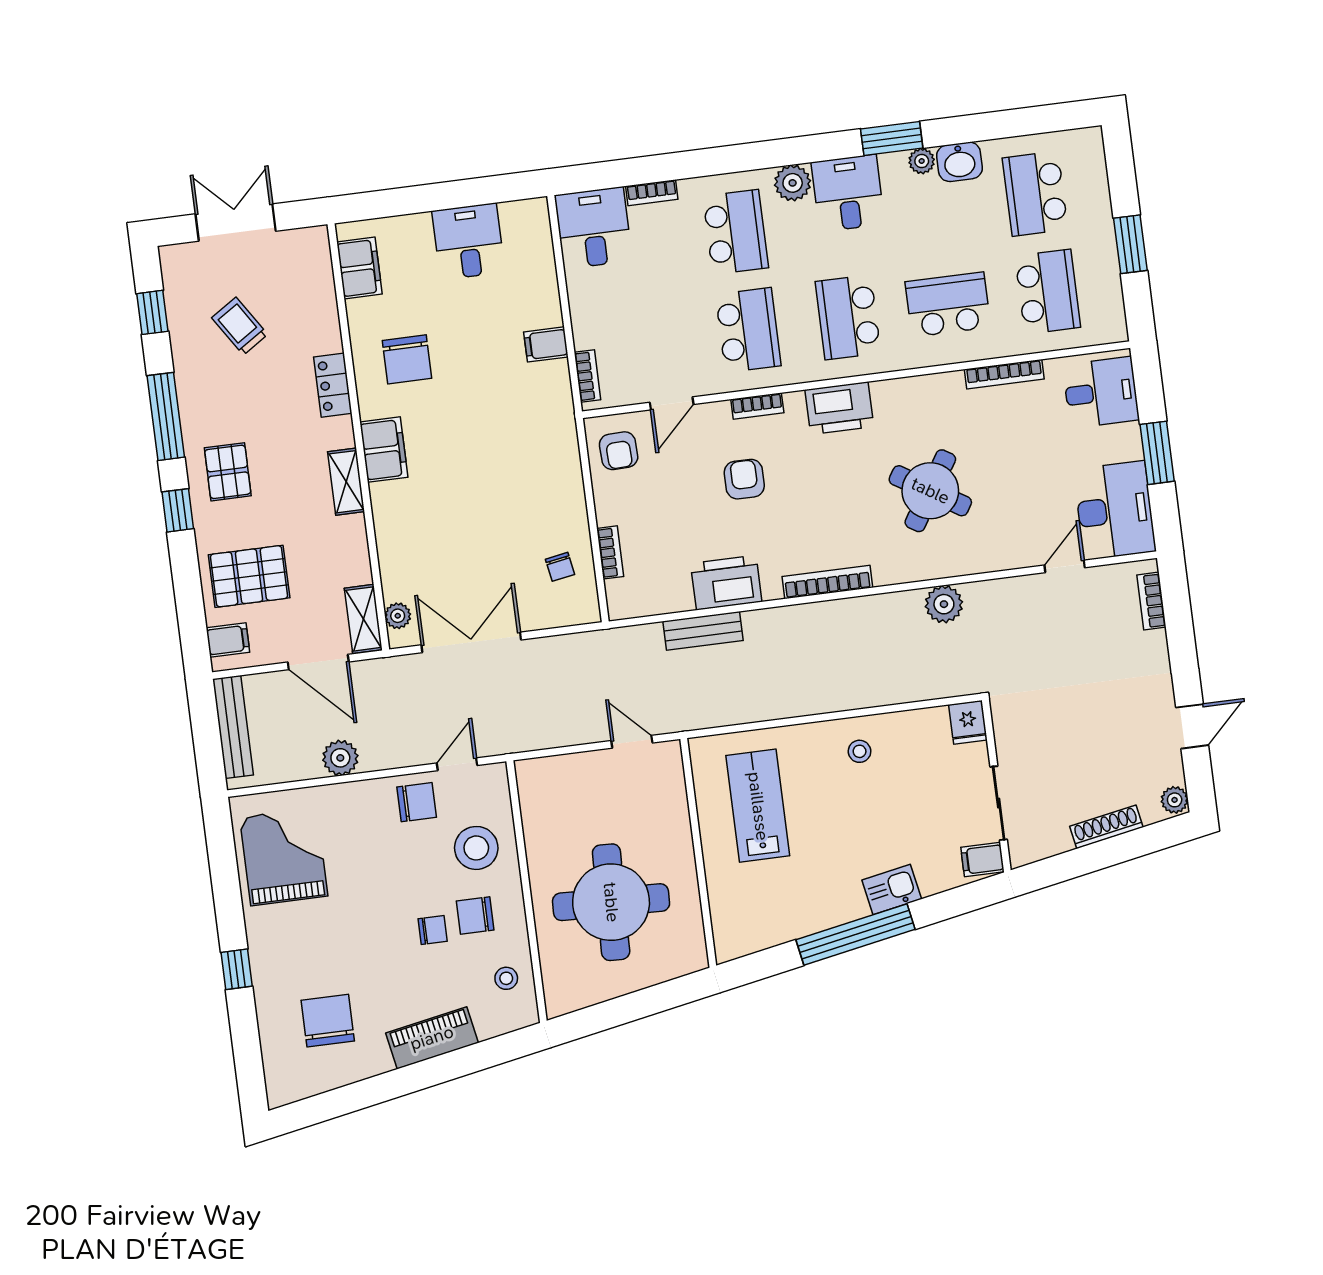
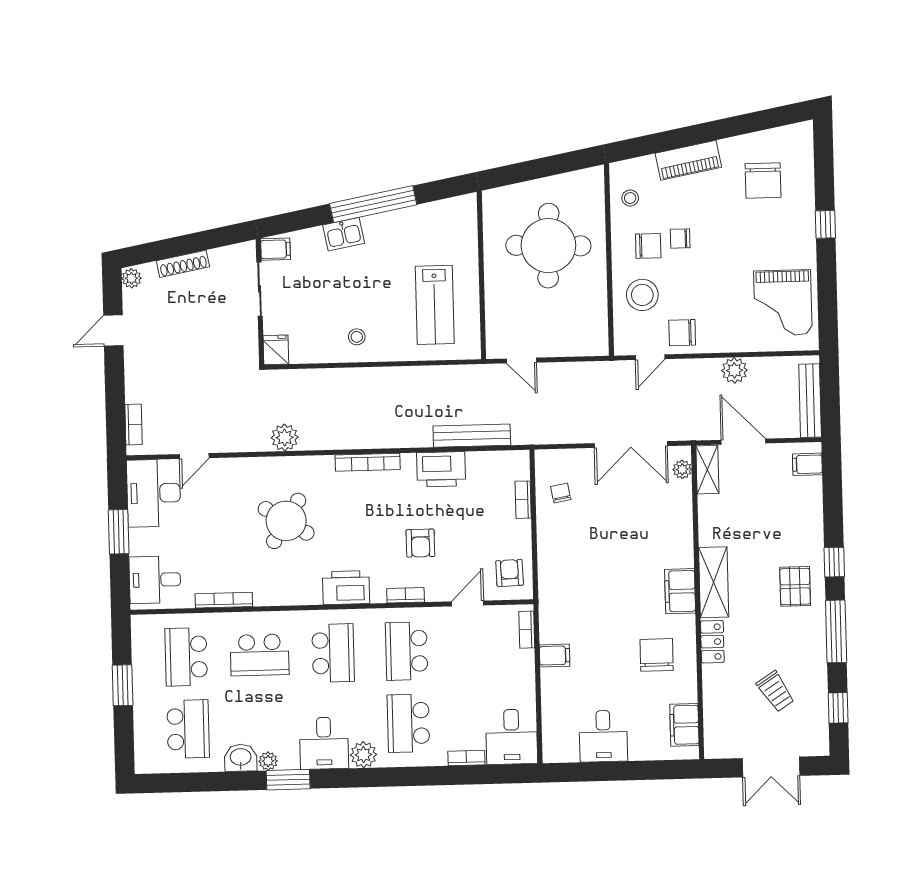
shelving: (346, 482) -> (714, 582), width x1.50, depth x1.33
pallet: (249, 576) -> (787, 509), removed
bench: (703, 631) -> (472, 436), width x1.36

